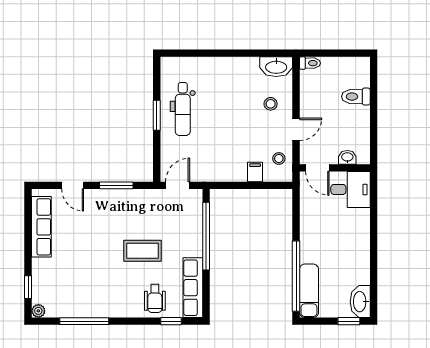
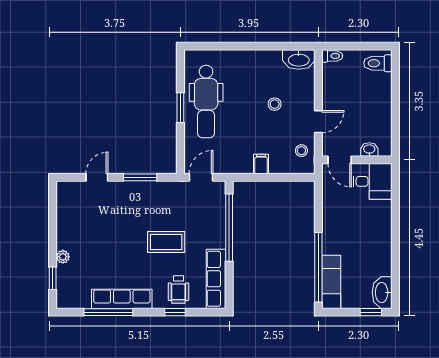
toilet: (356, 97) -> (378, 63), moved
stool: (271, 104) -> (275, 104), moved
dental chair: (183, 109) -> (206, 101), width x1.36, depth x1.38
filing cabinet: (255, 172) -> (261, 164), moved
door: (73, 185) -> (97, 177), swing flipped
row of seats: (41, 227) -> (122, 299), moved, turned -90
plant: (38, 311) -> (63, 257), moved
window: (171, 321) -> (175, 312), moved

